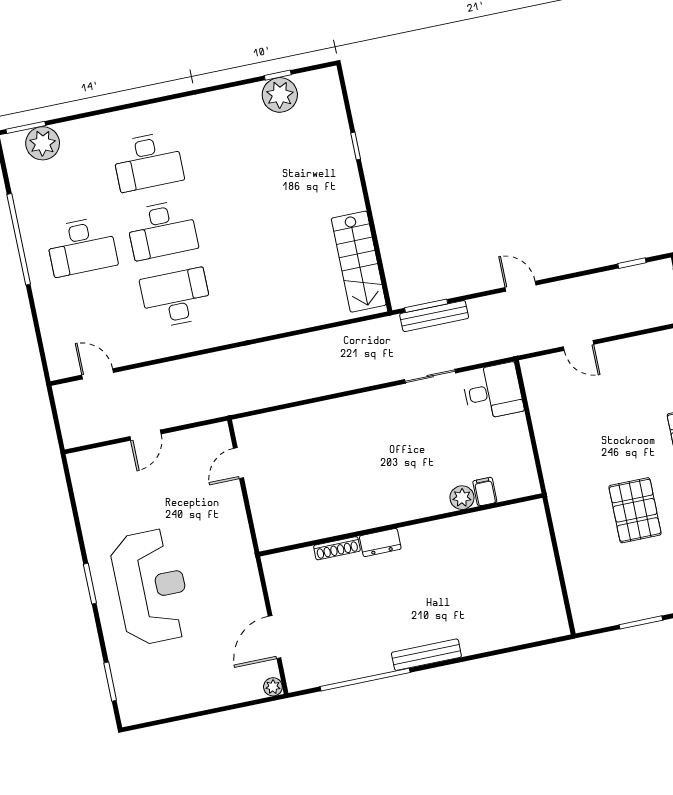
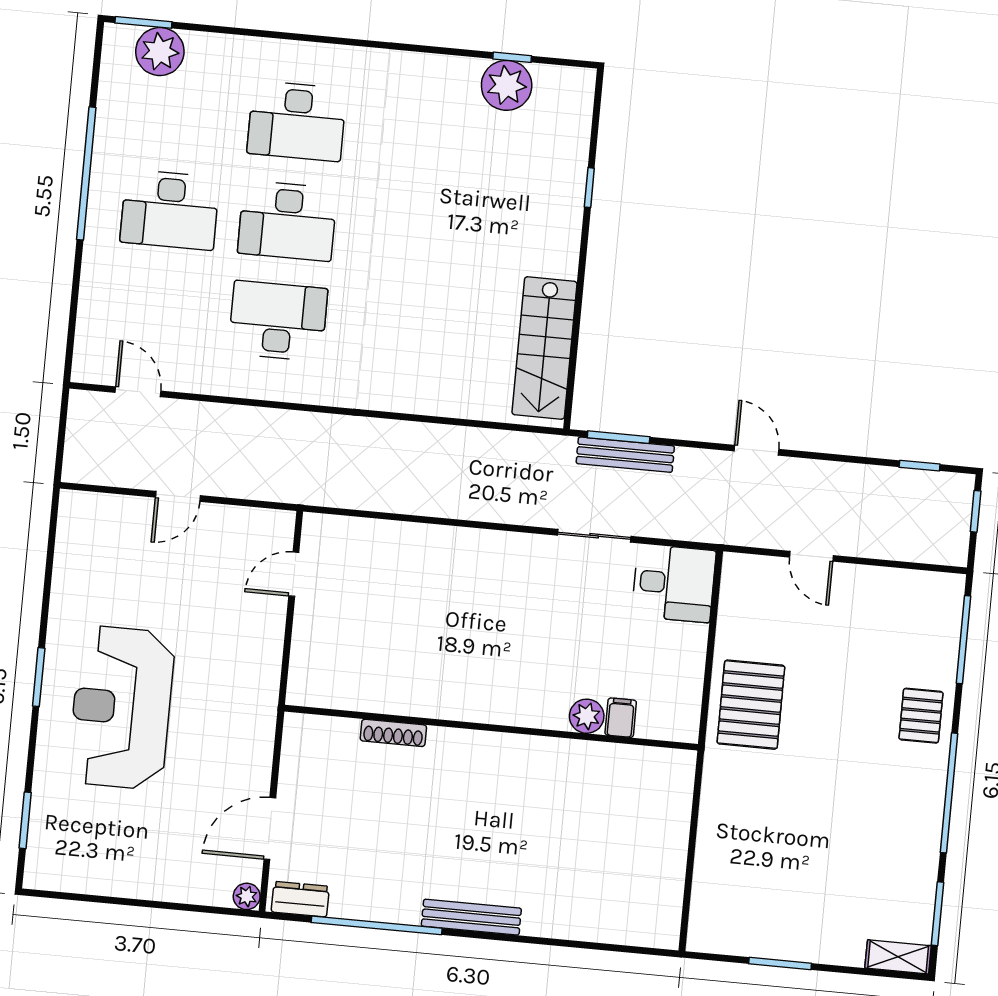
pallet: (635, 510) -> (751, 705), moved
dresser: (380, 543) -> (300, 899), moved, turned 180
reception desk: (151, 587) -> (121, 708), turned 180

